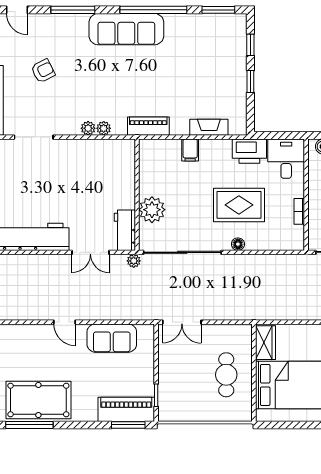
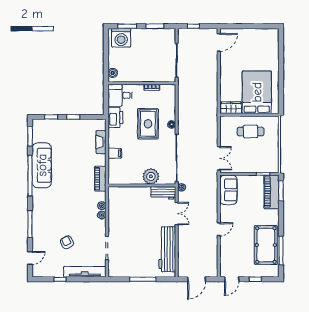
sofa: (126, 29) -> (42, 165), moved
sofa: (112, 338) -> (228, 190), moved

